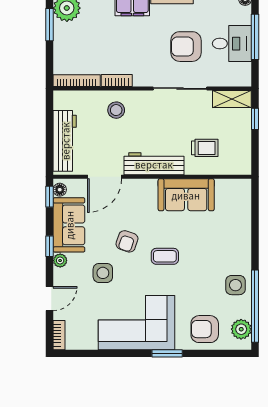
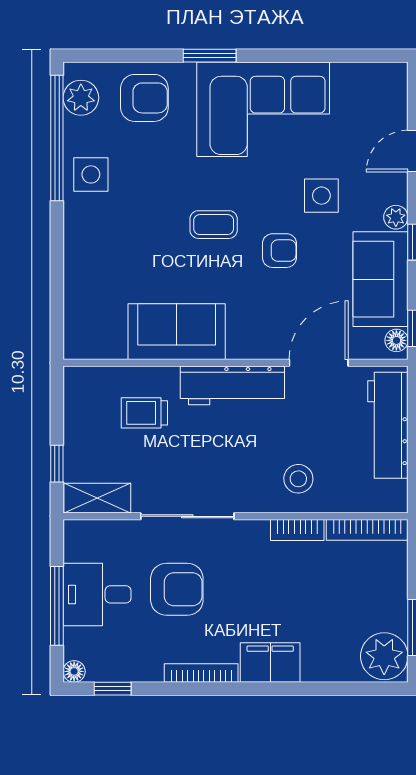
armchair: (127, 241) -> (279, 251), turned 71
bookcase: (59, 335) -> (398, 88), removed

